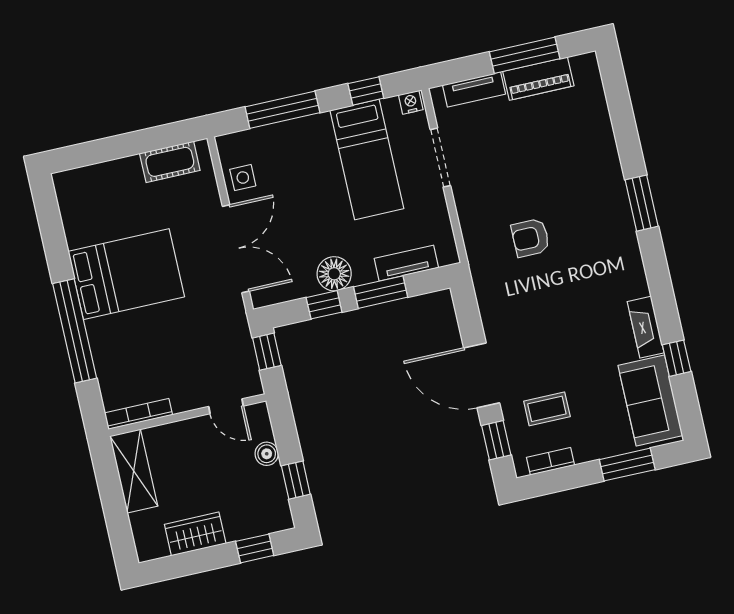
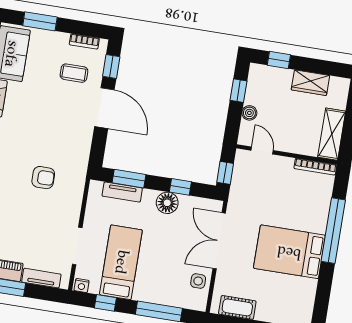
window: (381, 292) -> (129, 179), moved

